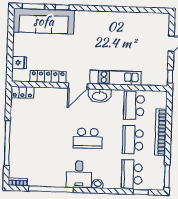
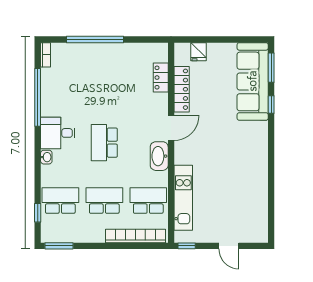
kitchen unit: (116, 78) -> (183, 198), moved
door: (78, 86) -> (171, 128), swing flipped
locker: (22, 92) -> (161, 78), moved
bookcase: (161, 132) -> (135, 236), moved

